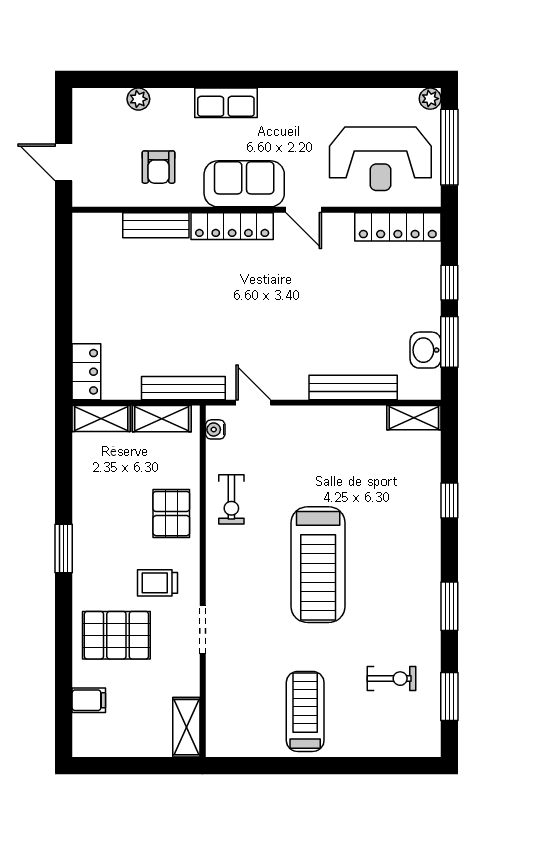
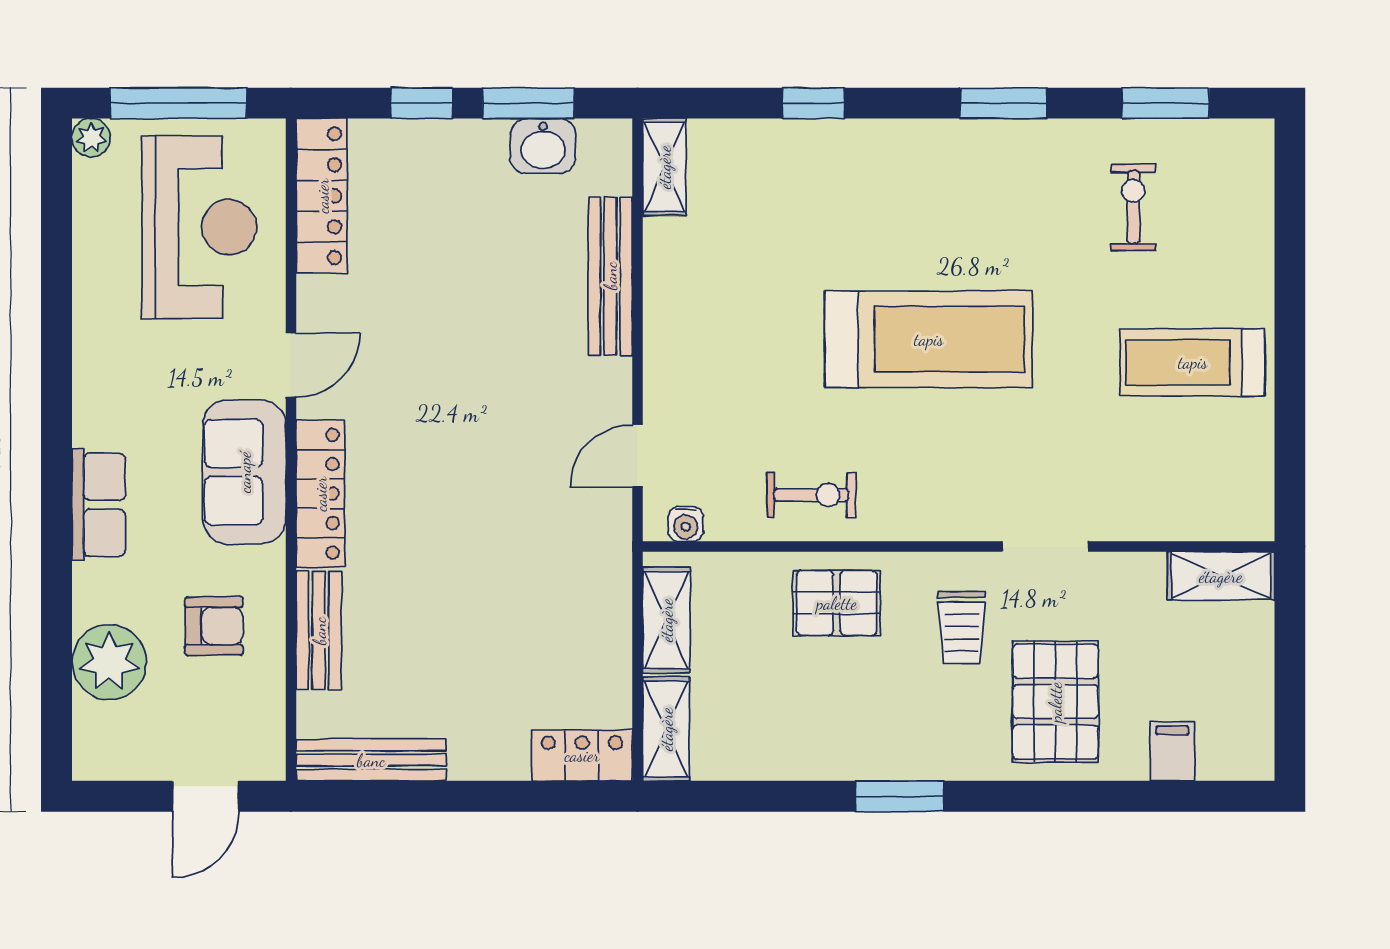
plant: (138, 99) -> (109, 662), width x1.88, depth x1.88
bench: (183, 388) -> (371, 760), moved, turned 90

